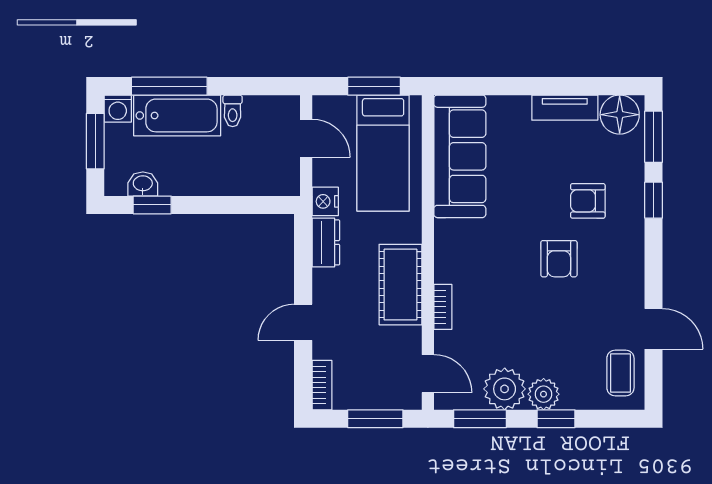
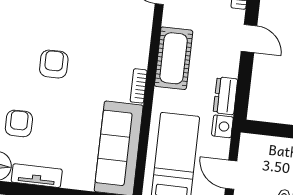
armchair: (588, 201) -> (19, 123), moved, turned -90
bookcase: (443, 307) -> (139, 86), moved
door: (303, 322) -> (249, 39), hinge flipped

